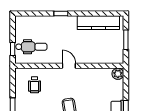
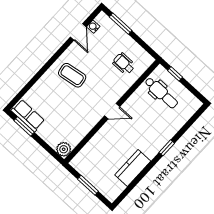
kitchen counter: (98, 23) -> (133, 168), width x0.67
dental chair: (31, 47) -> (161, 93), turned -90

